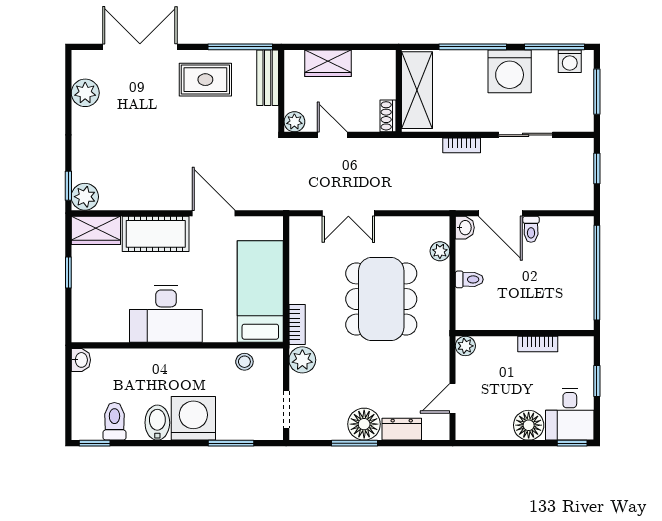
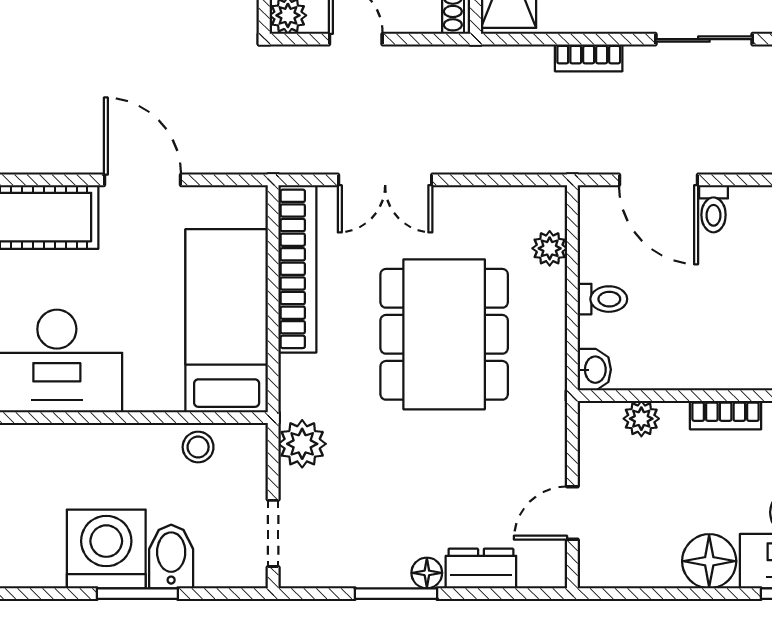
washbasin: (465, 228) -> (594, 370), moved
bookcase: (297, 325) -> (297, 269), moved, width x2.31, depth x1.31
plant: (465, 346) -> (641, 419), moved
bidet: (157, 423) -> (171, 557), moved
floor lamp: (364, 424) -> (427, 573), width x0.53, depth x0.53
window: (231, 443) -> (137, 594), moved

